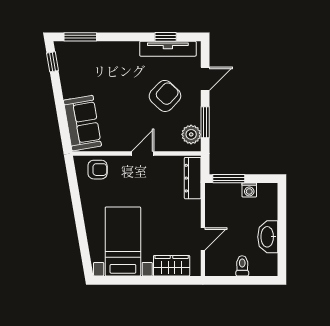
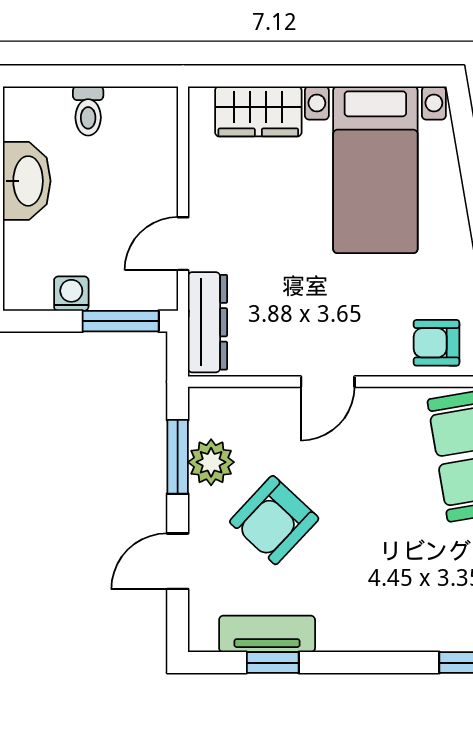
tv unit: (168, 49) -> (267, 634), width x0.71
plant: (191, 134) -> (211, 462), moved
door: (203, 239) -> (183, 244), moved

